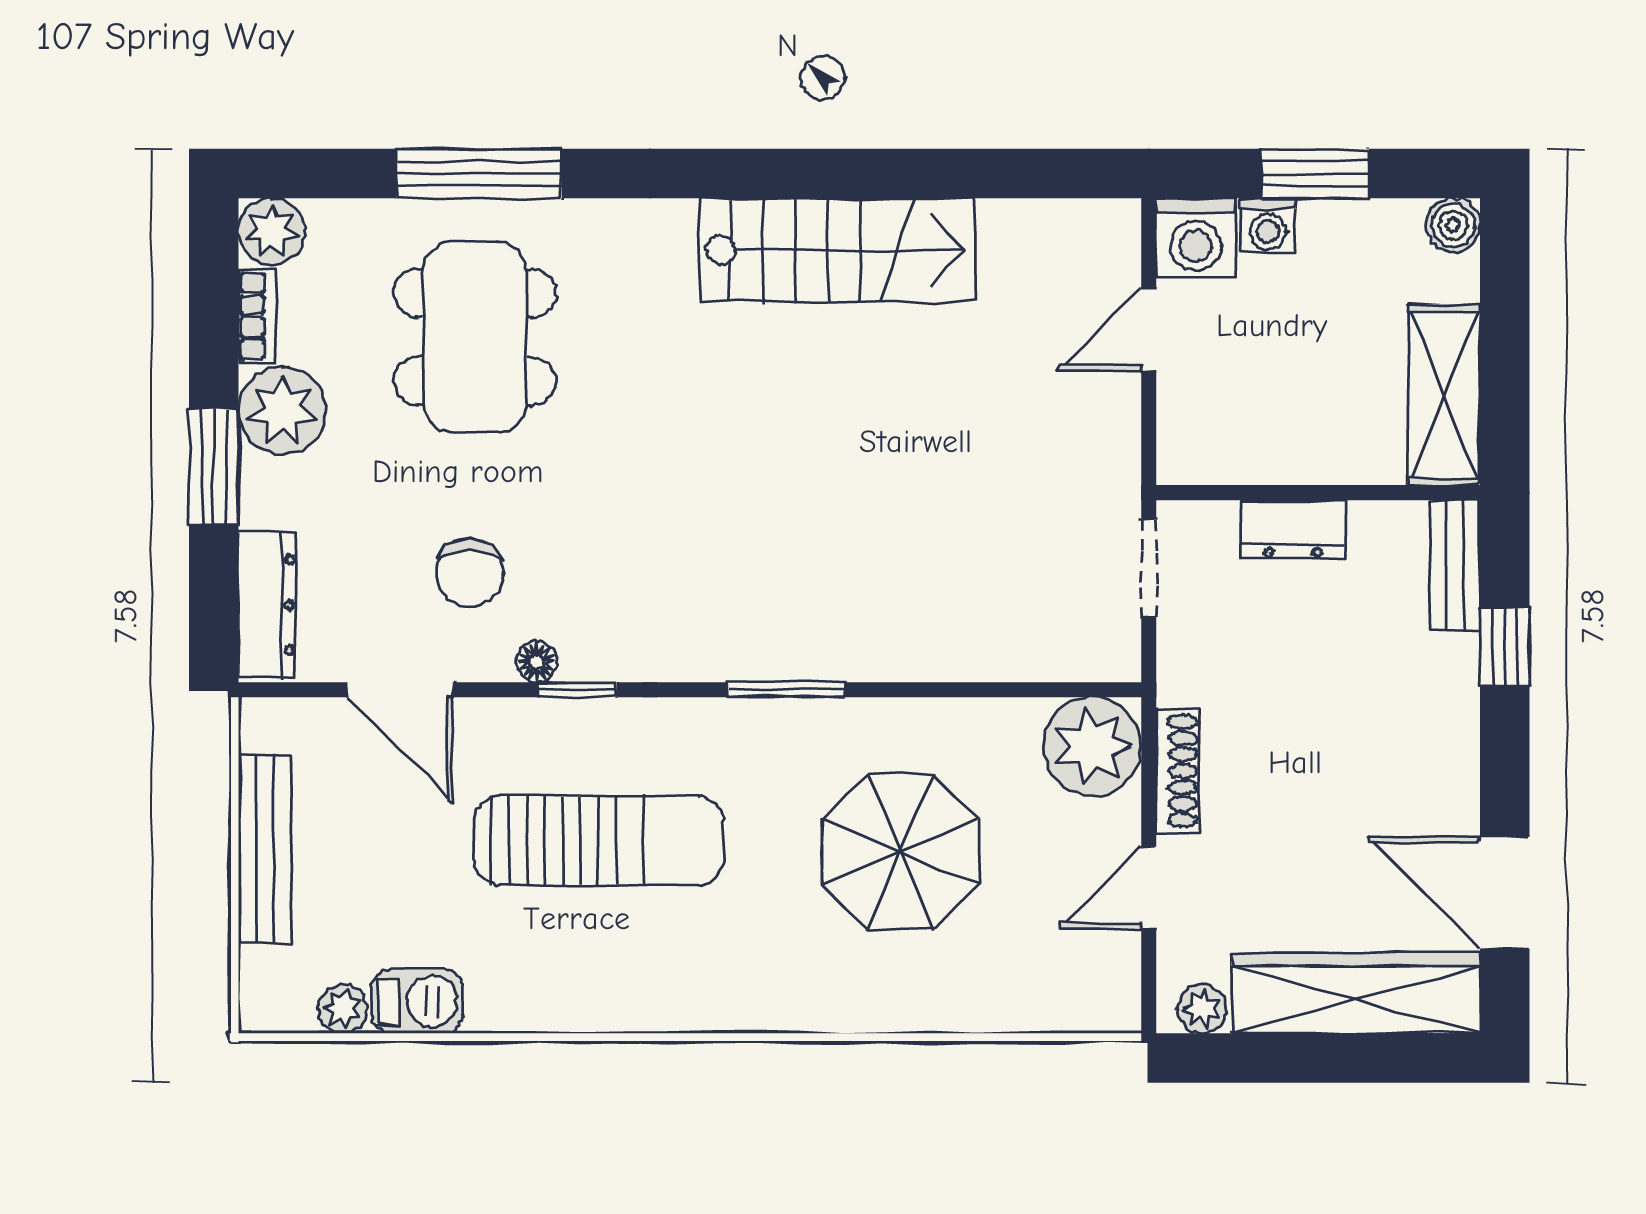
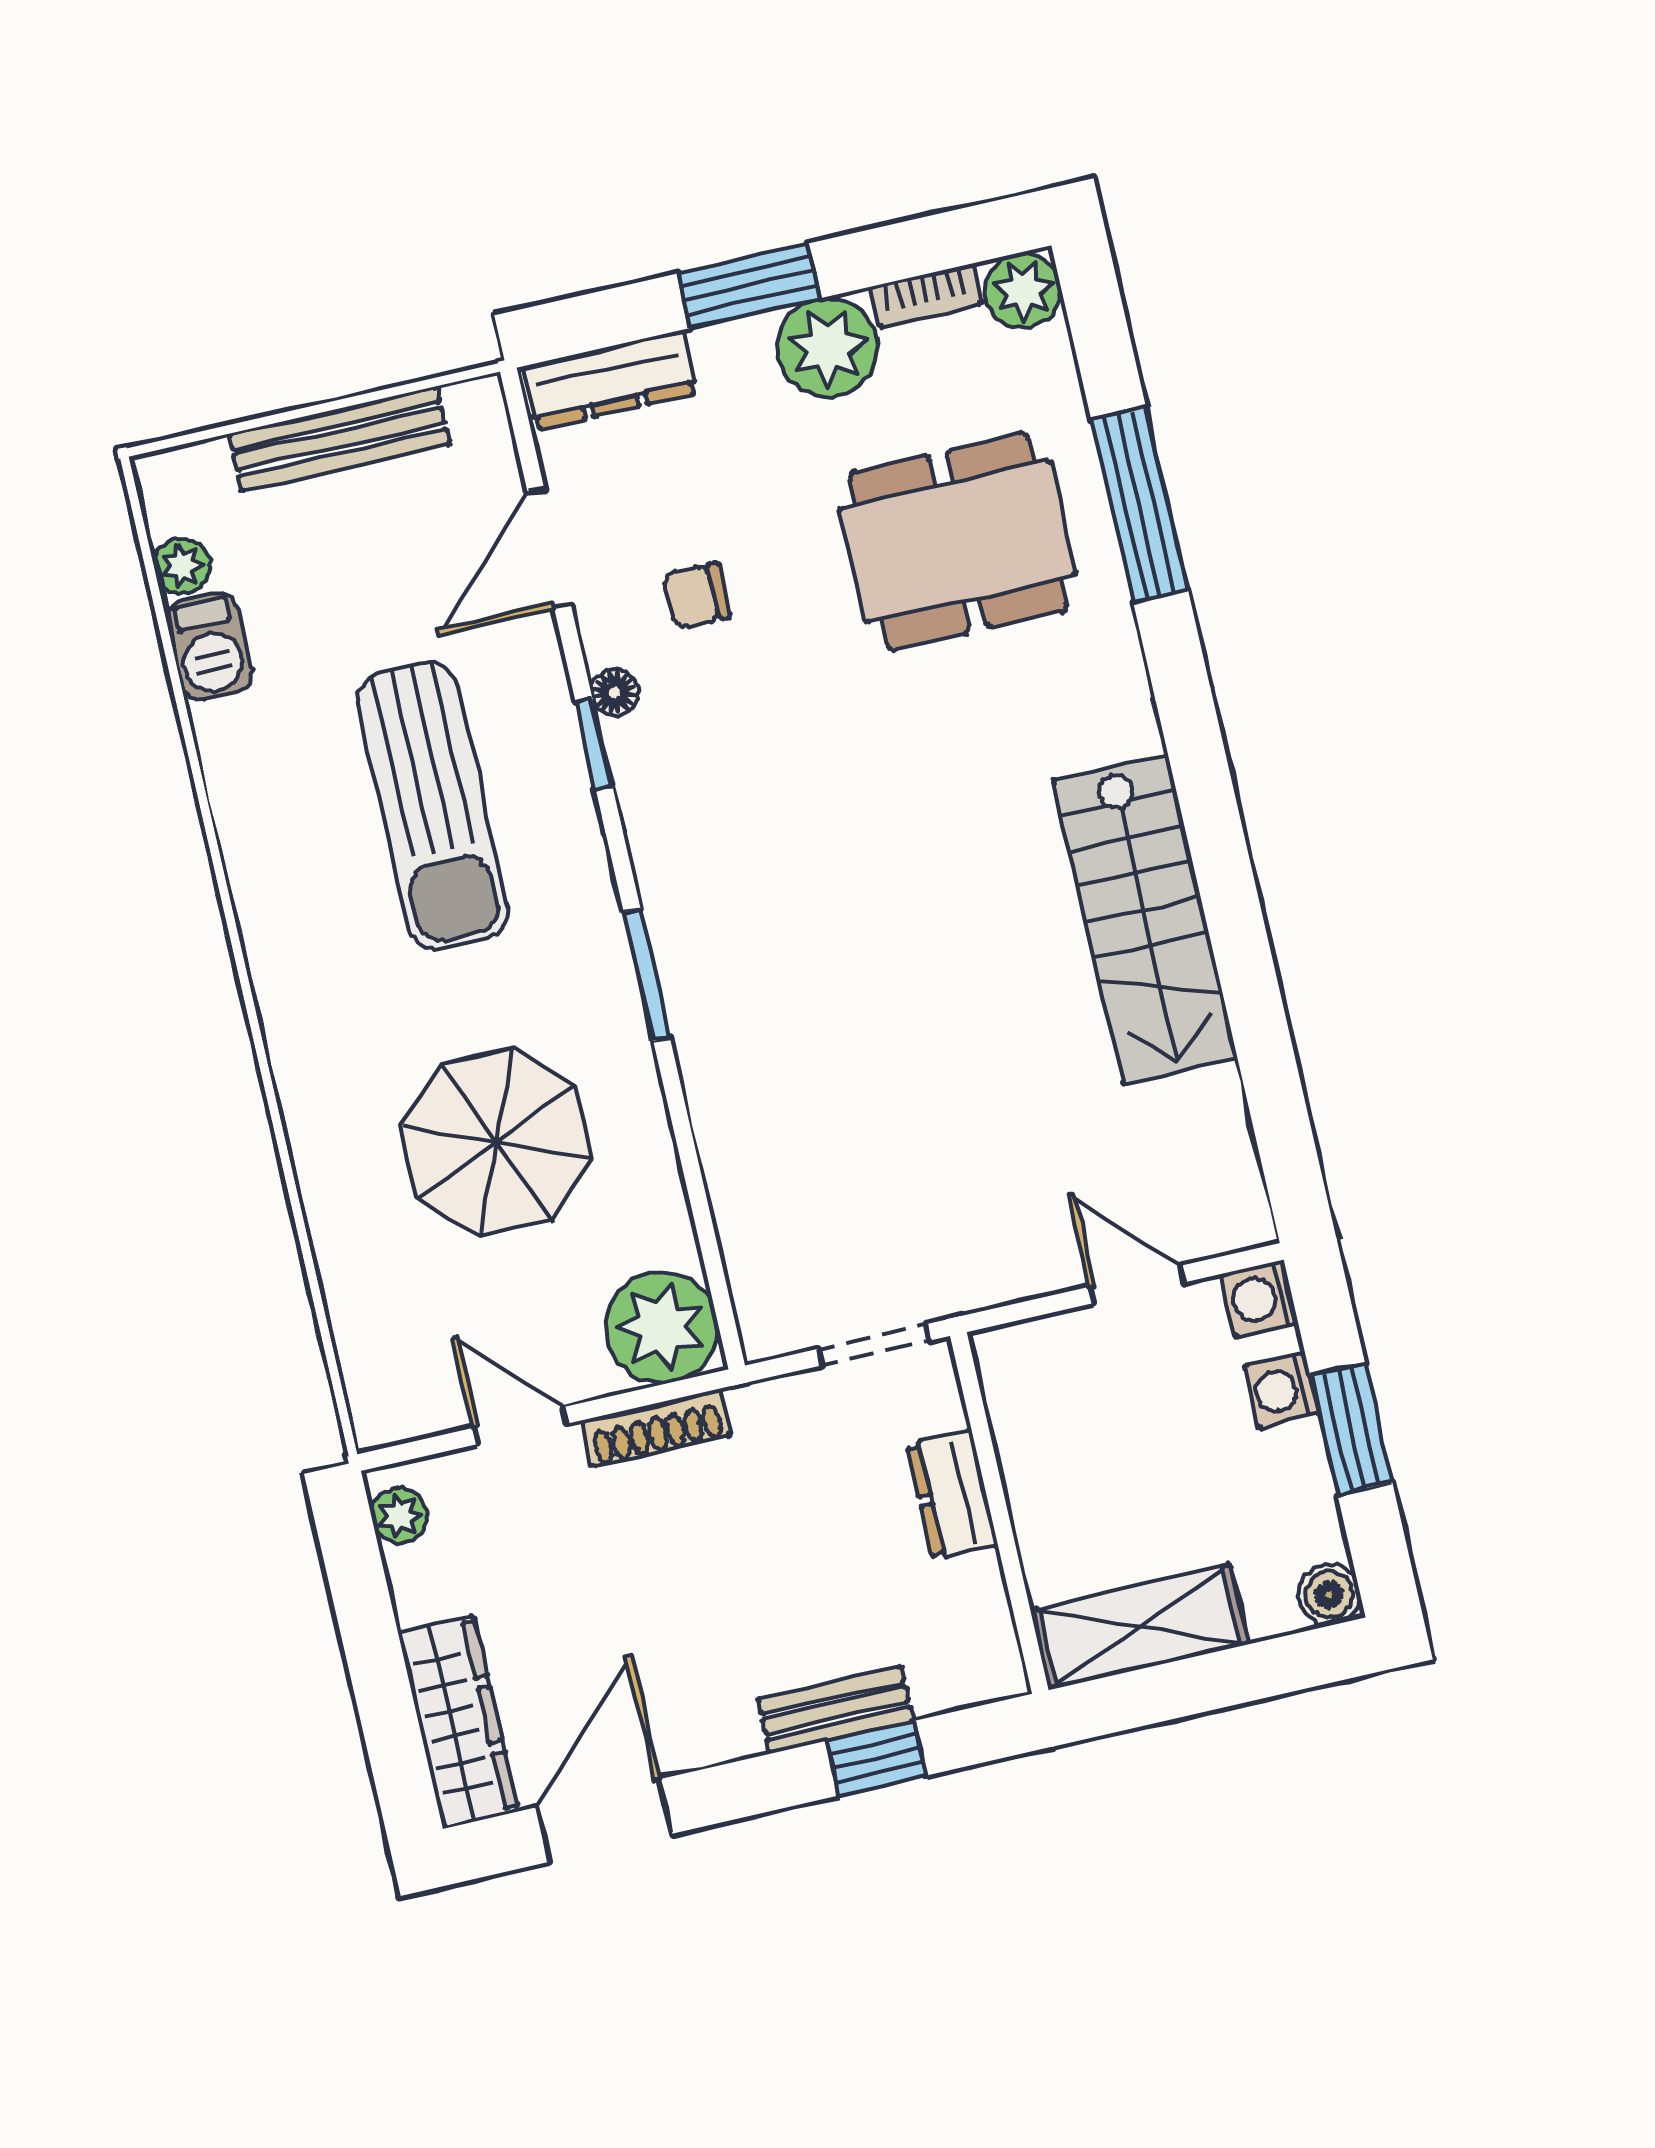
washing machine: (1196, 238) -> (1259, 1298), width x0.73, depth x0.73
bench: (1455, 565) -> (836, 1710), moved
chair: (470, 572) -> (697, 596), width x0.73, depth x0.73
wardrobe: (1356, 993) -> (458, 1722), width x0.71, depth x0.85

